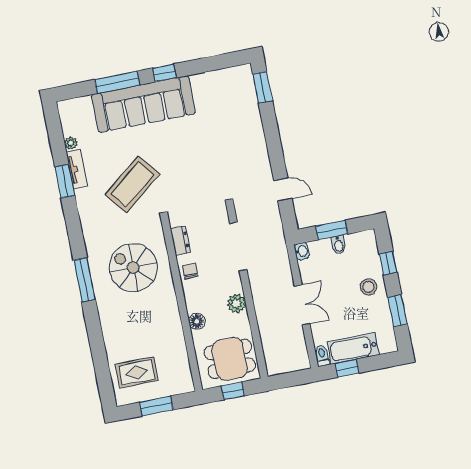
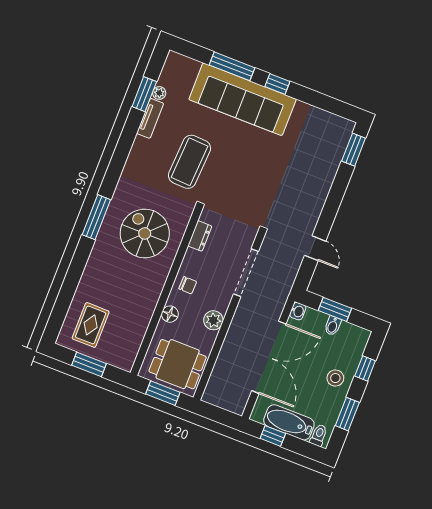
window: (65, 181) -> (144, 94), moved
coffee table: (132, 184) -> (189, 162), turned -49
chair: (190, 271) -> (188, 285), moved, turned 91
double door: (302, 305) -> (269, 357), width x1.87
toilet: (322, 356) -> (319, 435), moved
rug: (137, 372) -> (91, 325), turned 90
window: (233, 391) -> (163, 393), width x1.50

